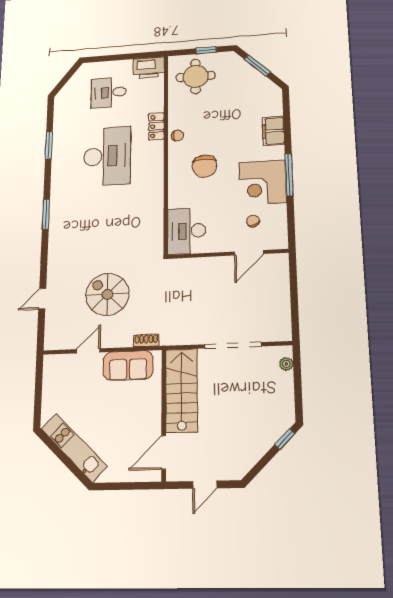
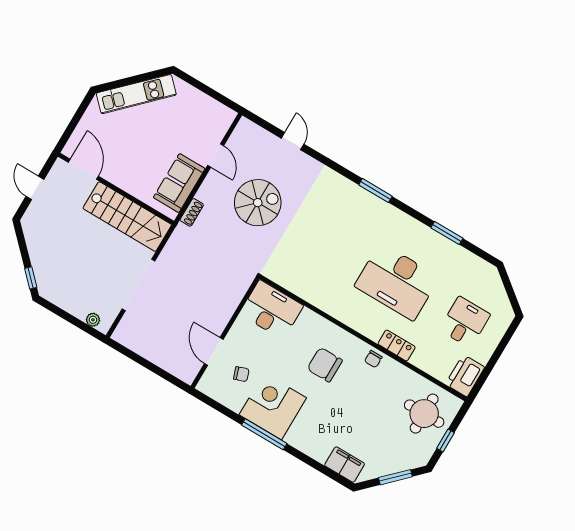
filing cabinet: (273, 131) -> (345, 465), moved

